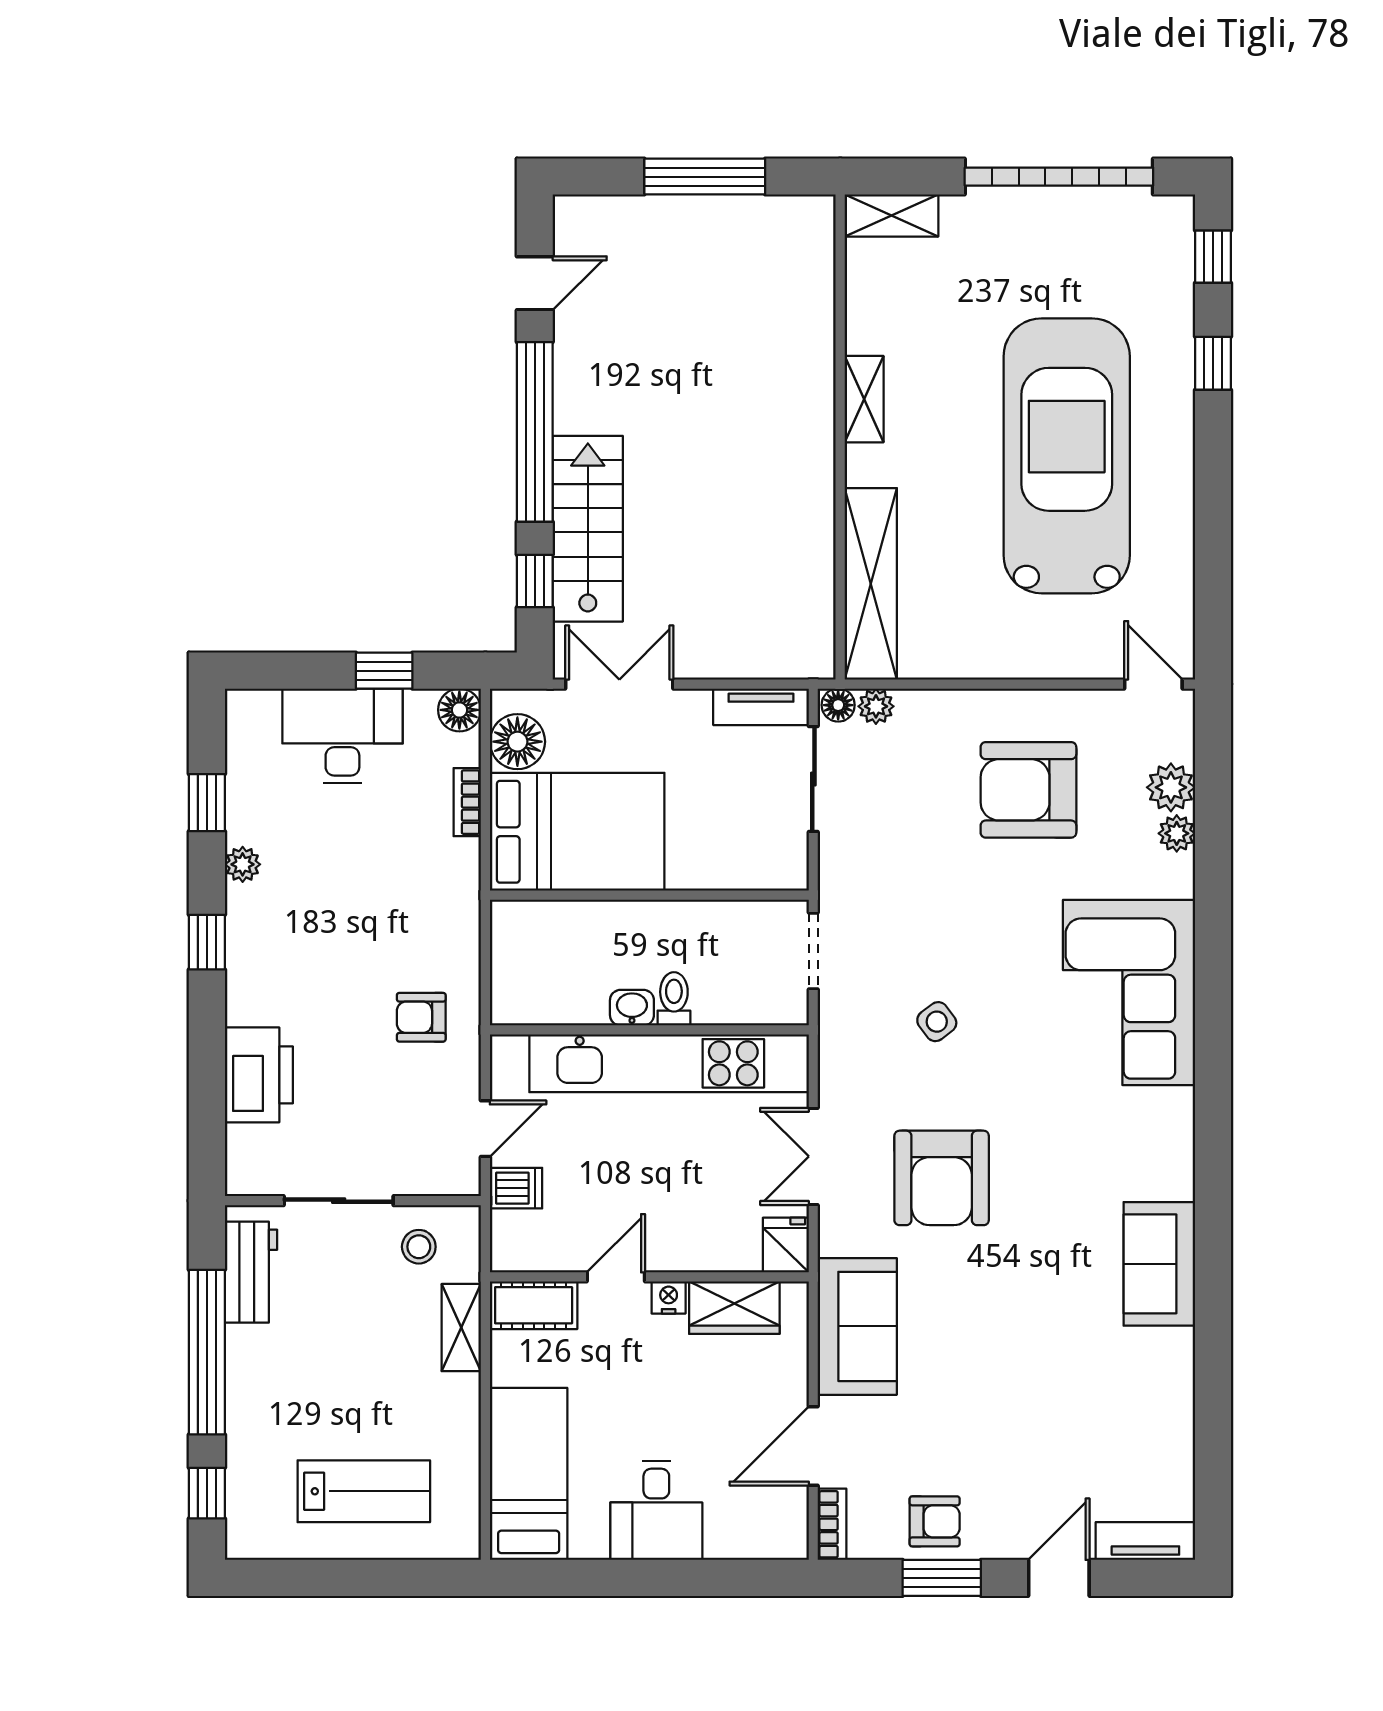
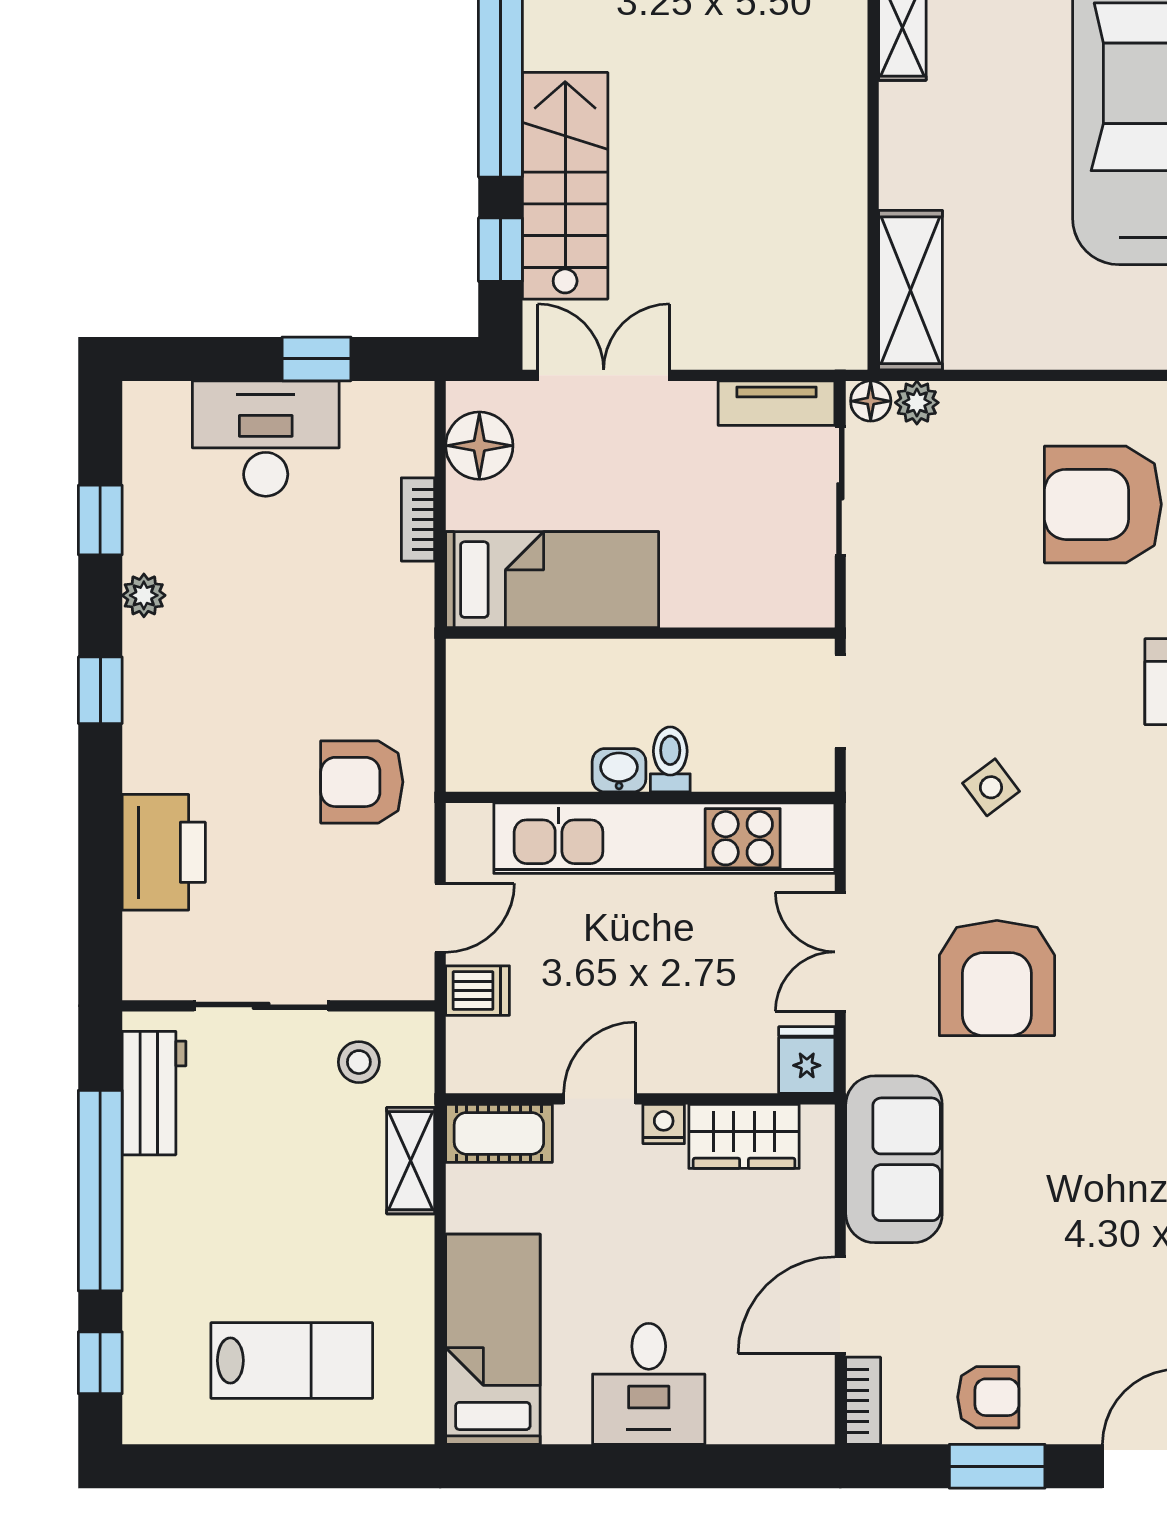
shelving: (871, 584) -> (911, 290), width x0.68
floor lamp: (459, 710) -> (408, 407), removed
bed: (577, 832) -> (552, 580), width x0.67
armchair: (421, 1017) -> (362, 782), width x1.38, depth x1.38

